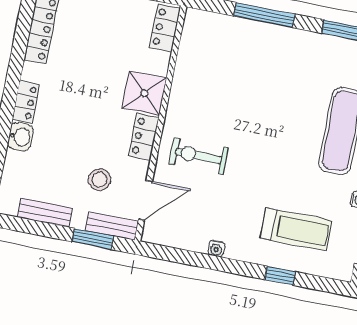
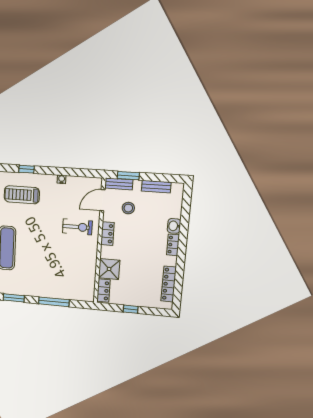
shower: (144, 93) -> (109, 269), moved

